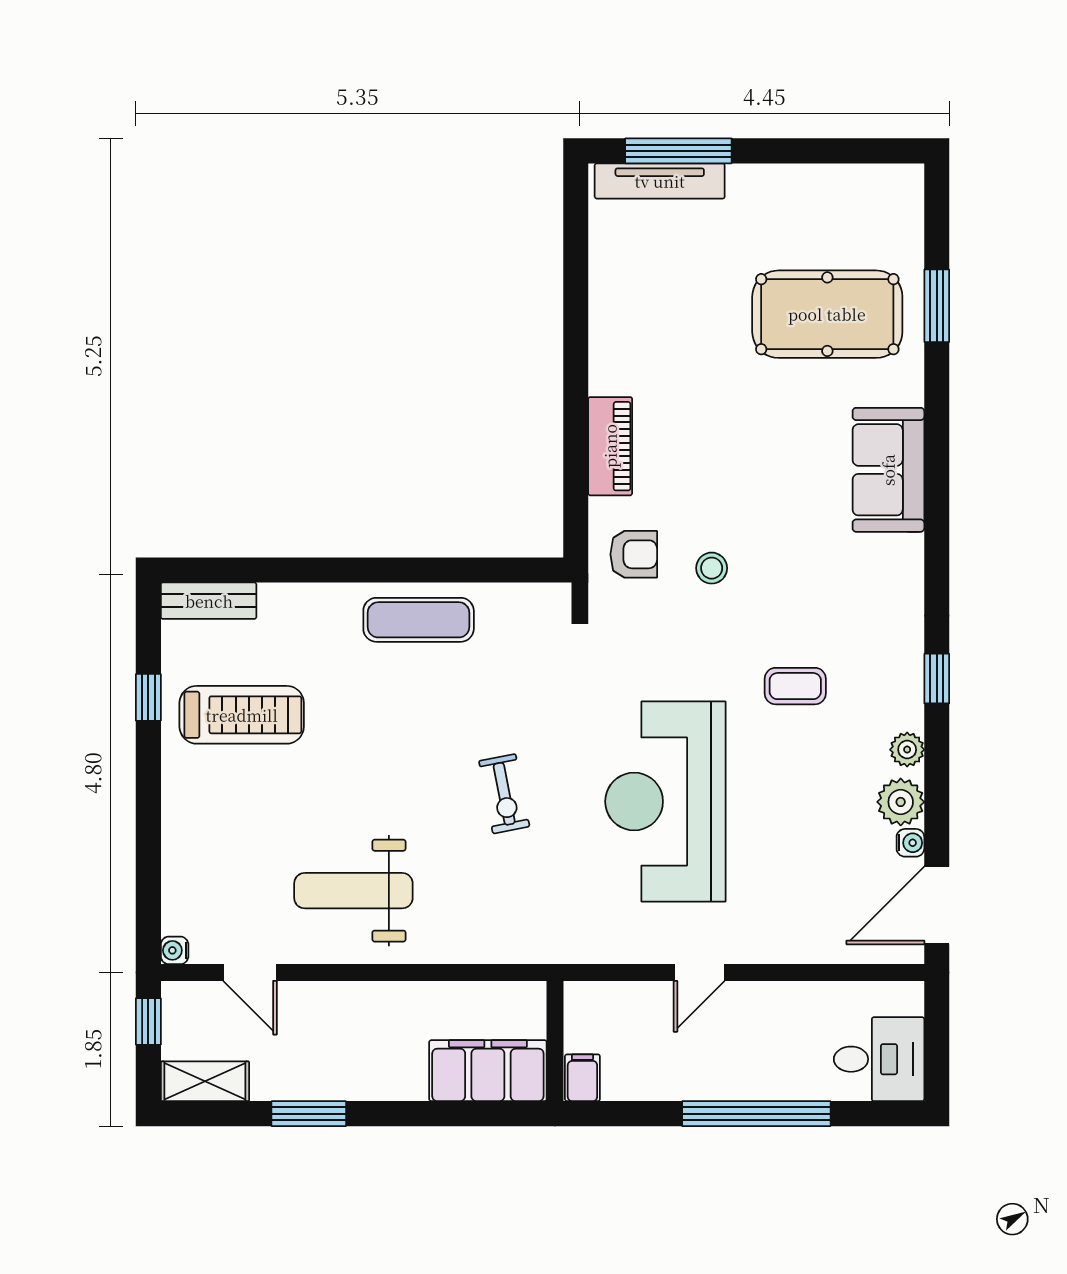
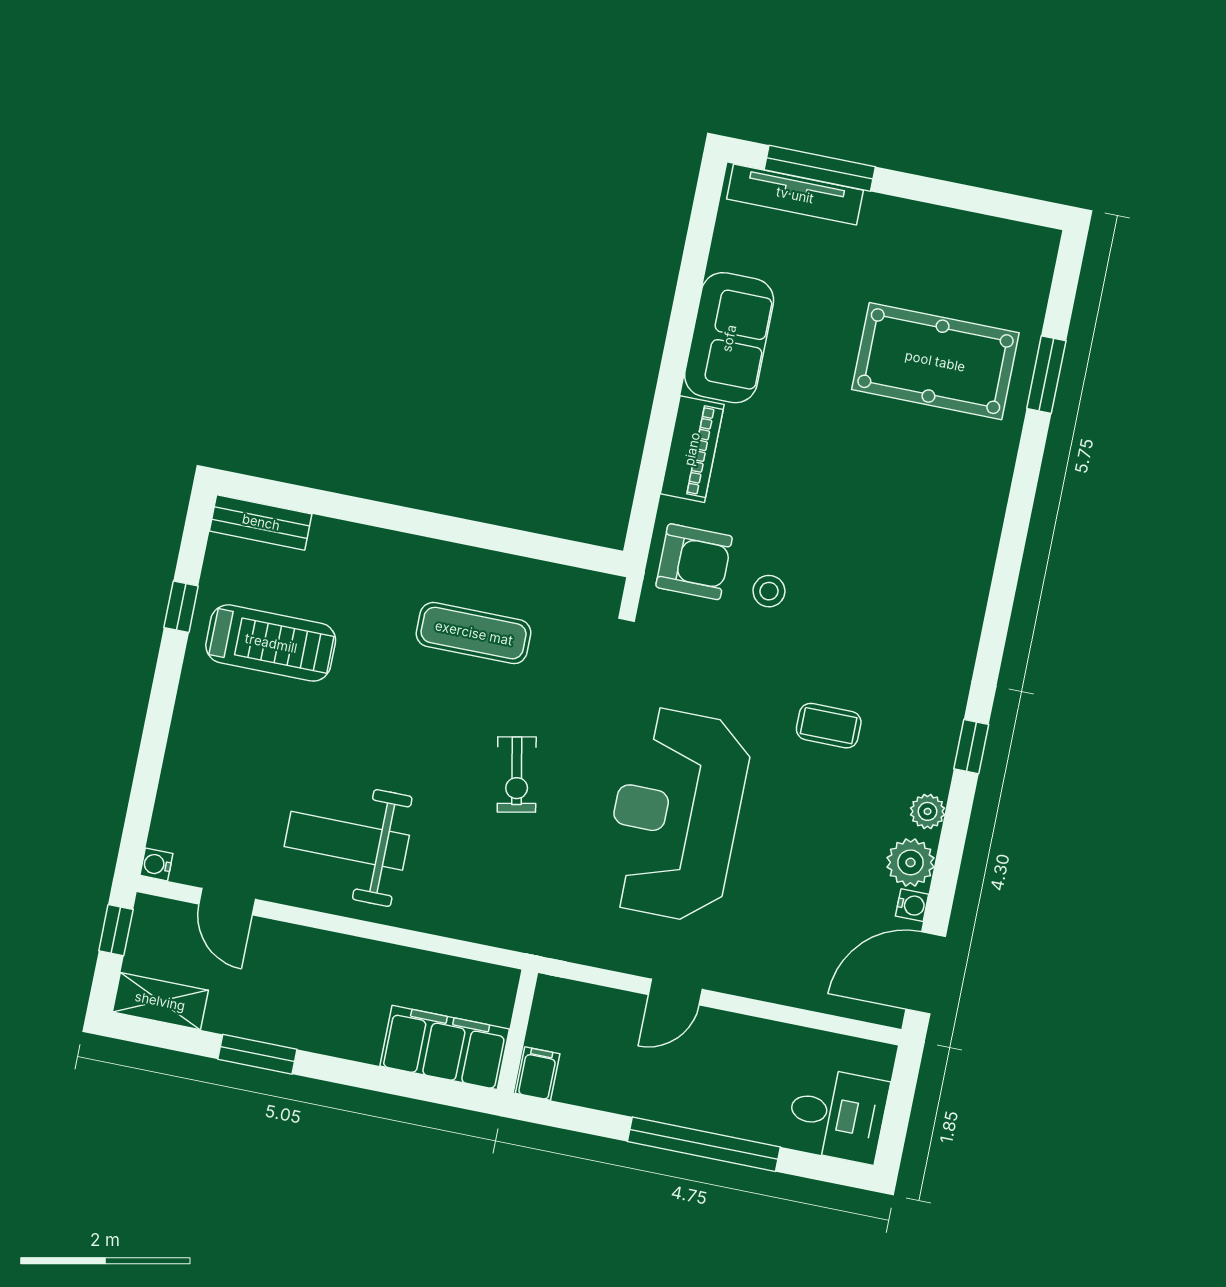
sofa: (888, 470) -> (729, 338), moved, turned 180
armchair: (634, 554) -> (694, 562), width x1.38, depth x1.38
exercise mat: (419, 620) -> (474, 633), moved

